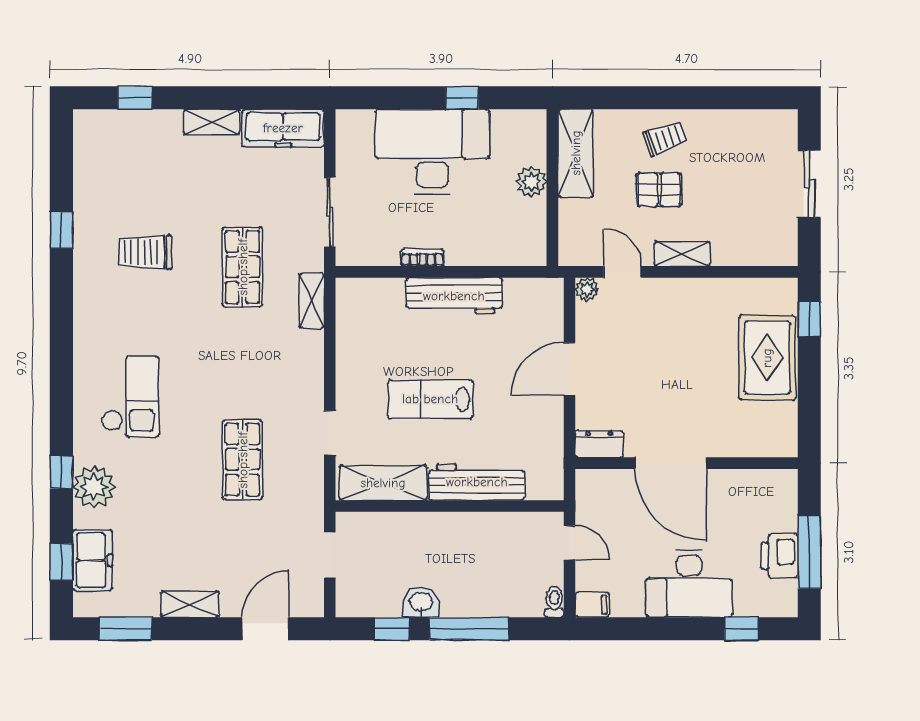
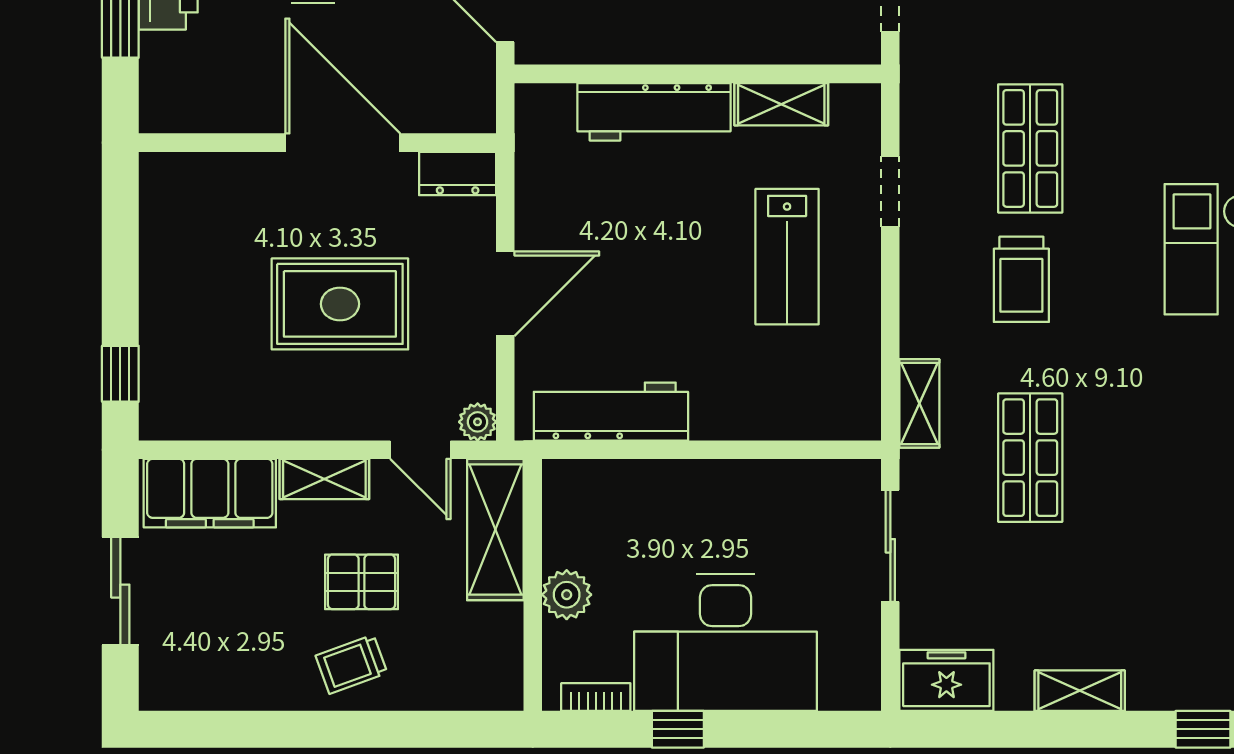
freezer: (283, 128) -> (946, 680), width x0.71
shelving: (576, 153) -> (495, 530), moved
filing cabinet: (754, 245) -> (210, 493), added
trolley: (145, 252) -> (1021, 279), moved, turned 90
bookcase: (422, 258) -> (596, 697), moved, turned 180
workbench: (454, 296) -> (611, 412), moved
rug: (767, 358) -> (340, 304), moved, turned 90
lab bench: (430, 399) -> (787, 257), moved, turned 90
shelving: (383, 483) -> (781, 104), width x0.67, depth x0.75

